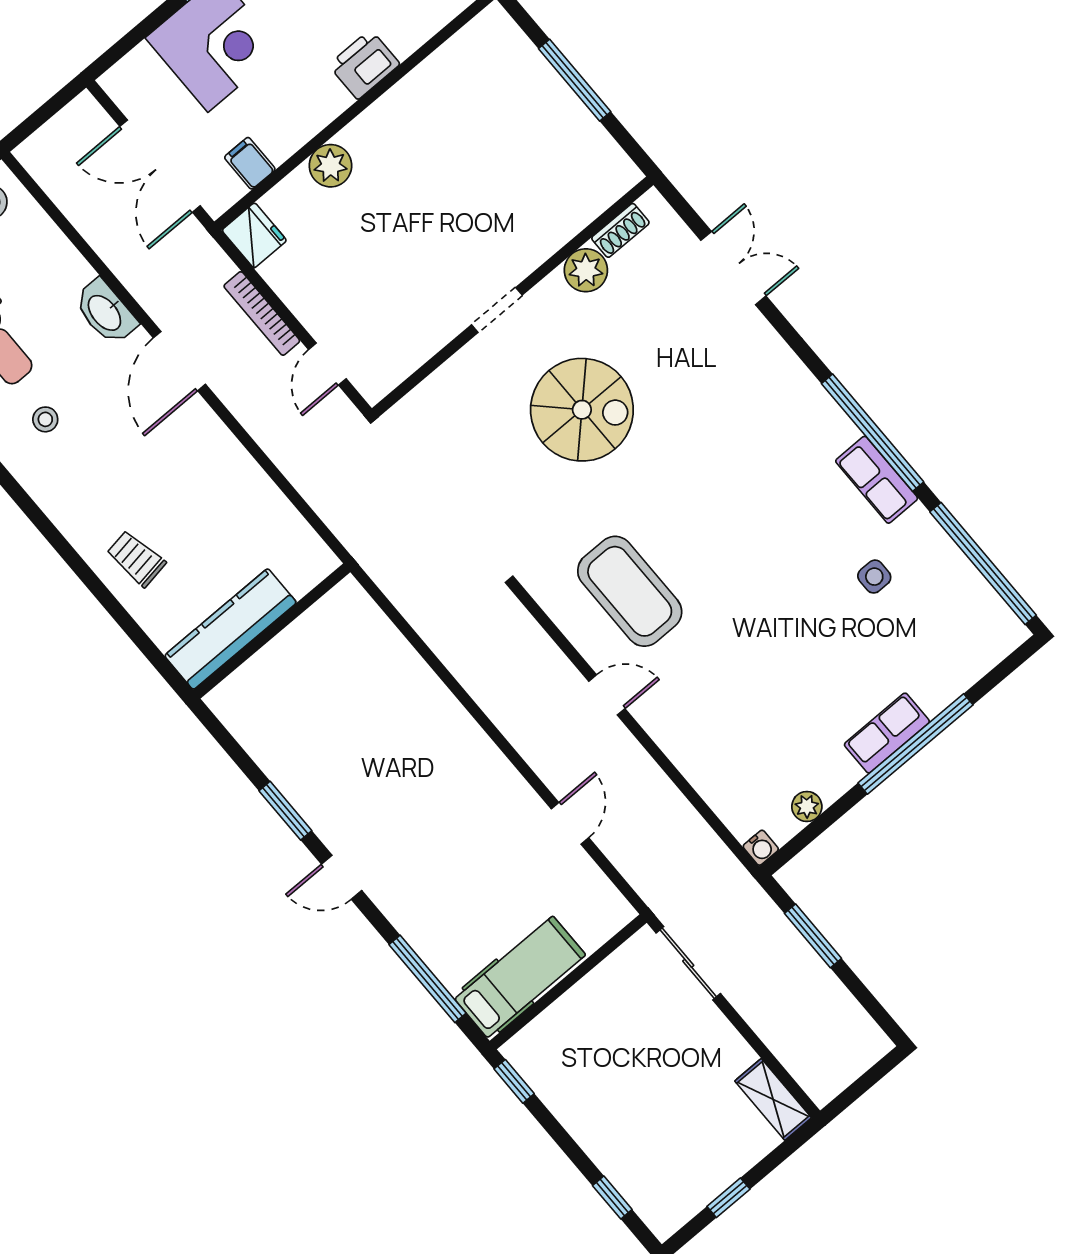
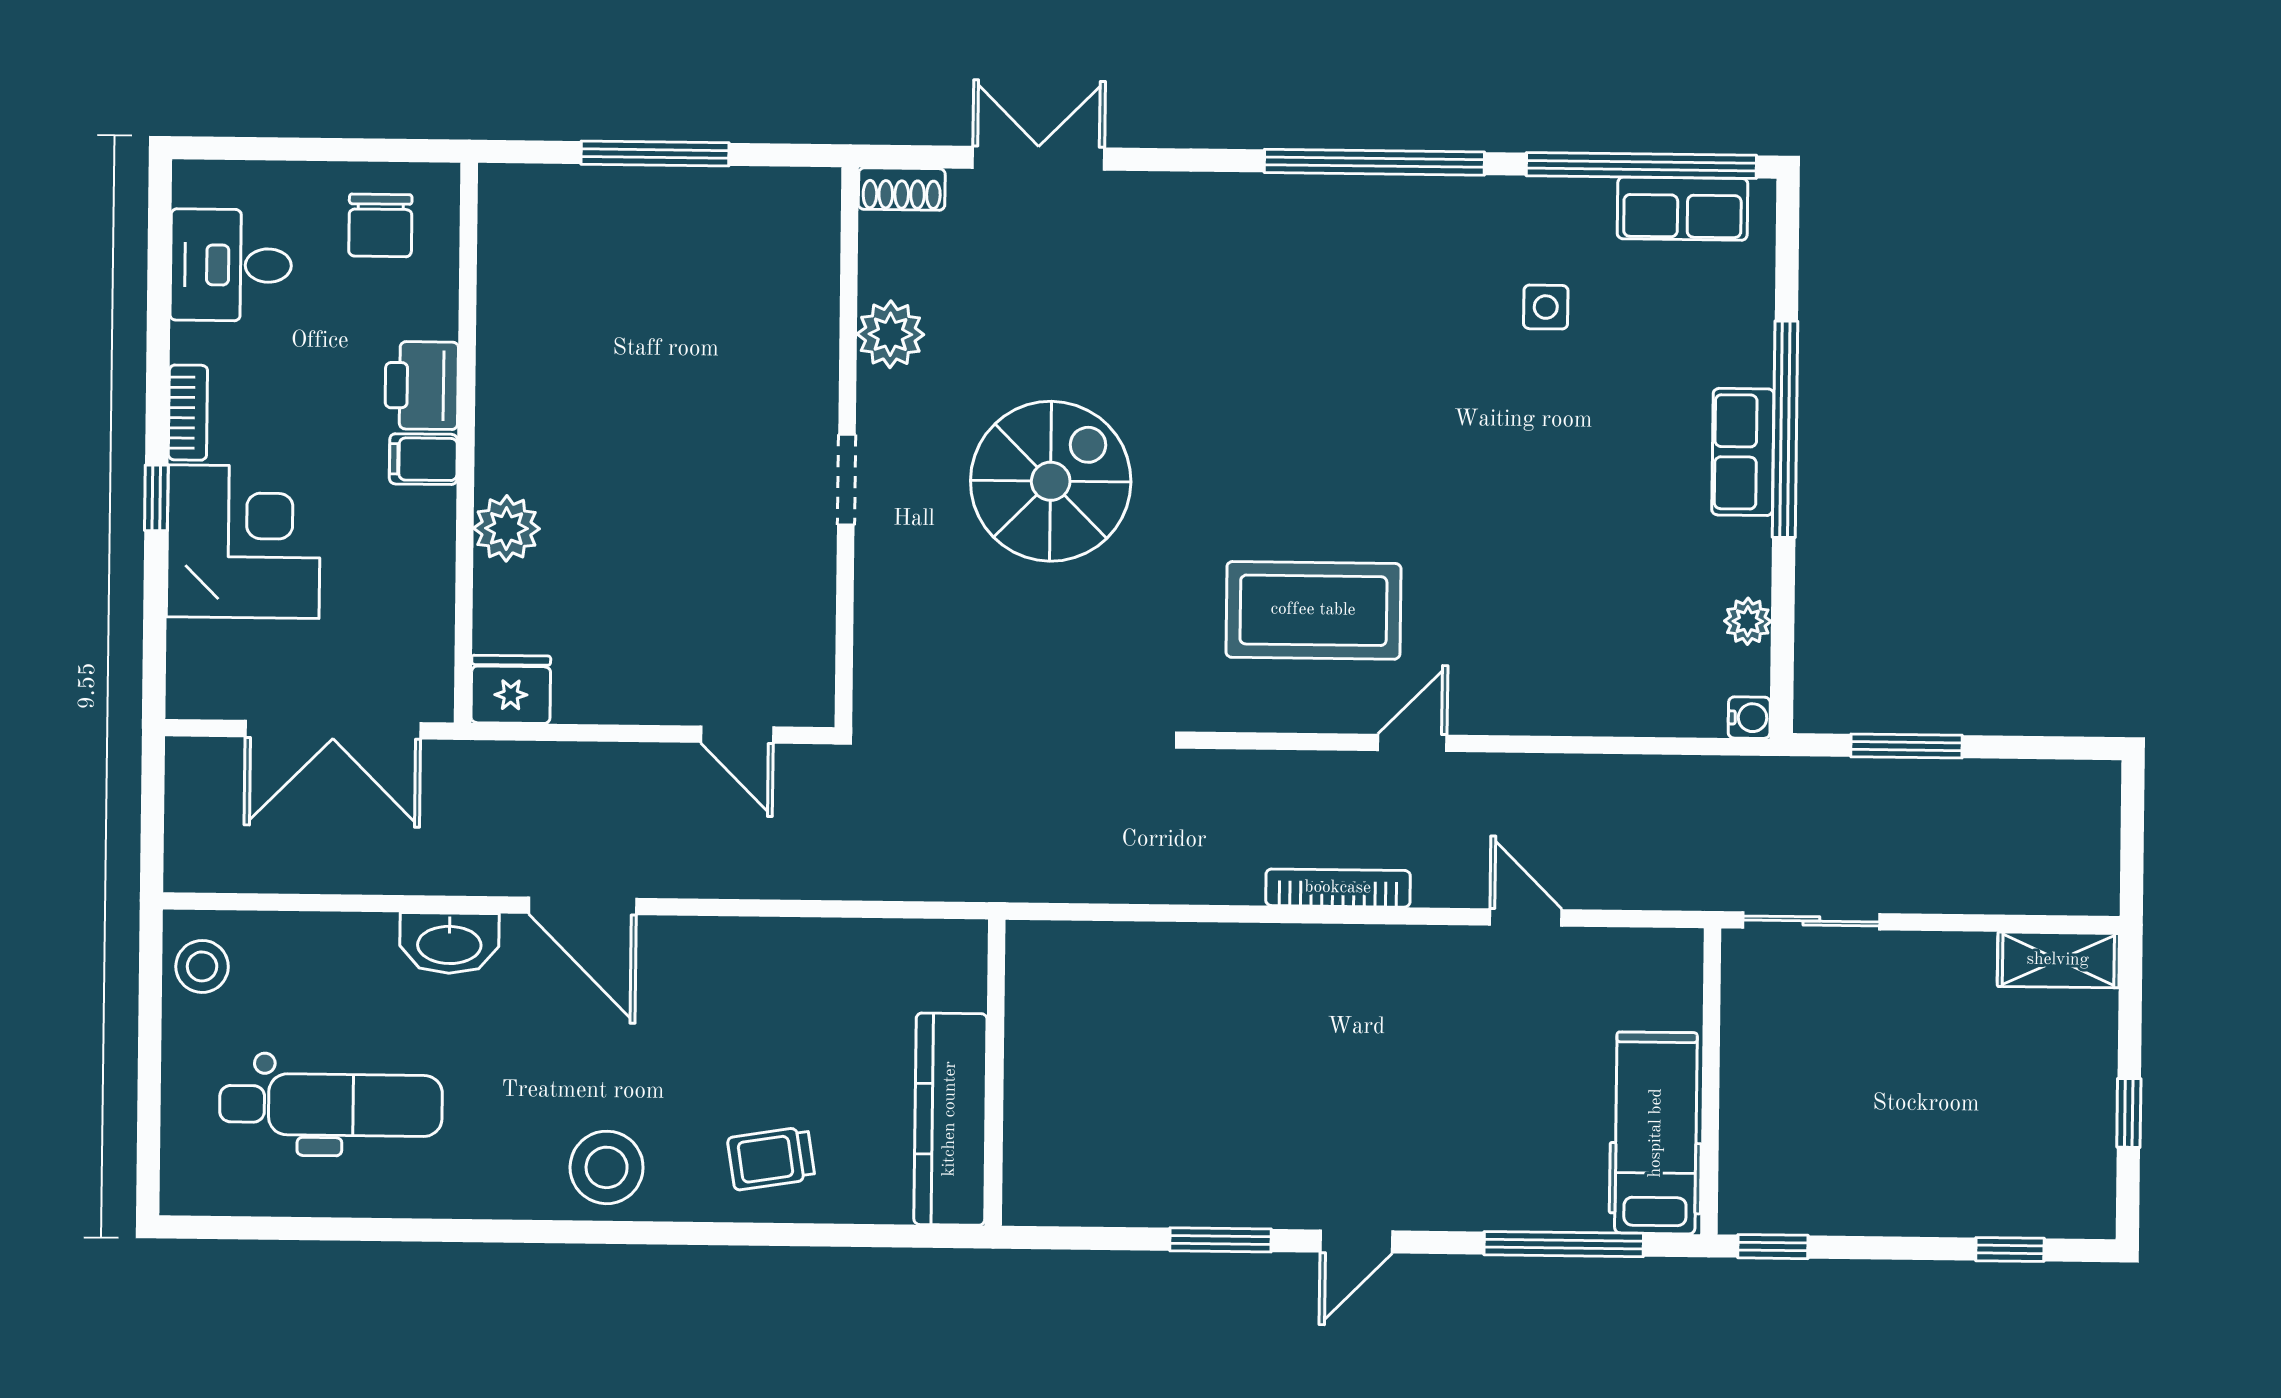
filing cabinet: (250, 163) -> (423, 459), moved
shoe rack: (620, 230) -> (902, 189), moved, turned 90
bookcase: (262, 313) -> (1338, 888), moved, turned 180
stool: (45, 419) -> (607, 1167), moved, width x1.89, depth x1.89
row of seats: (877, 480) -> (1683, 209), moved

